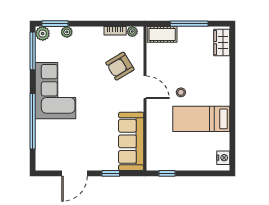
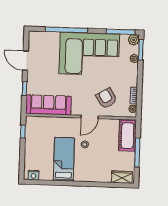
cot: (162, 34) -> (127, 136), width x1.37, depth x1.34
corner sofa: (56, 91) -> (89, 54), width x1.36, depth x1.36

